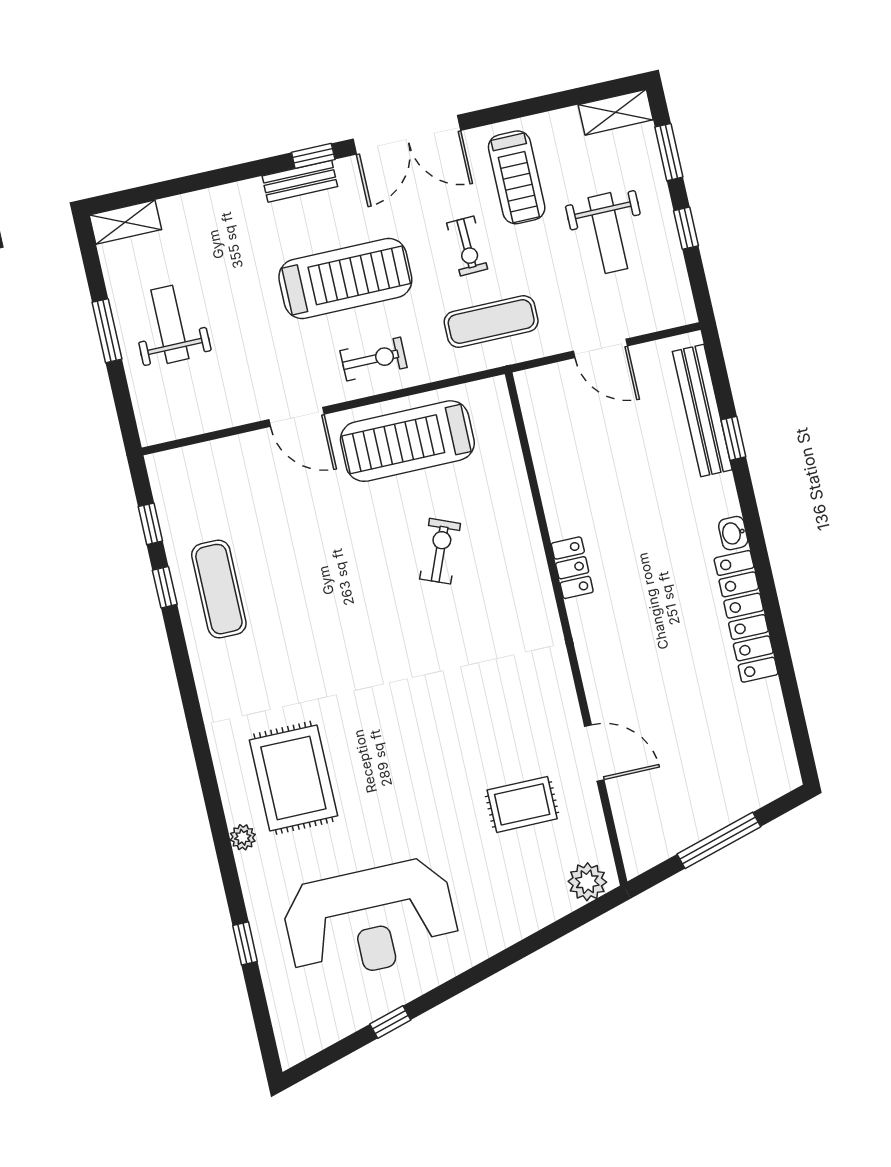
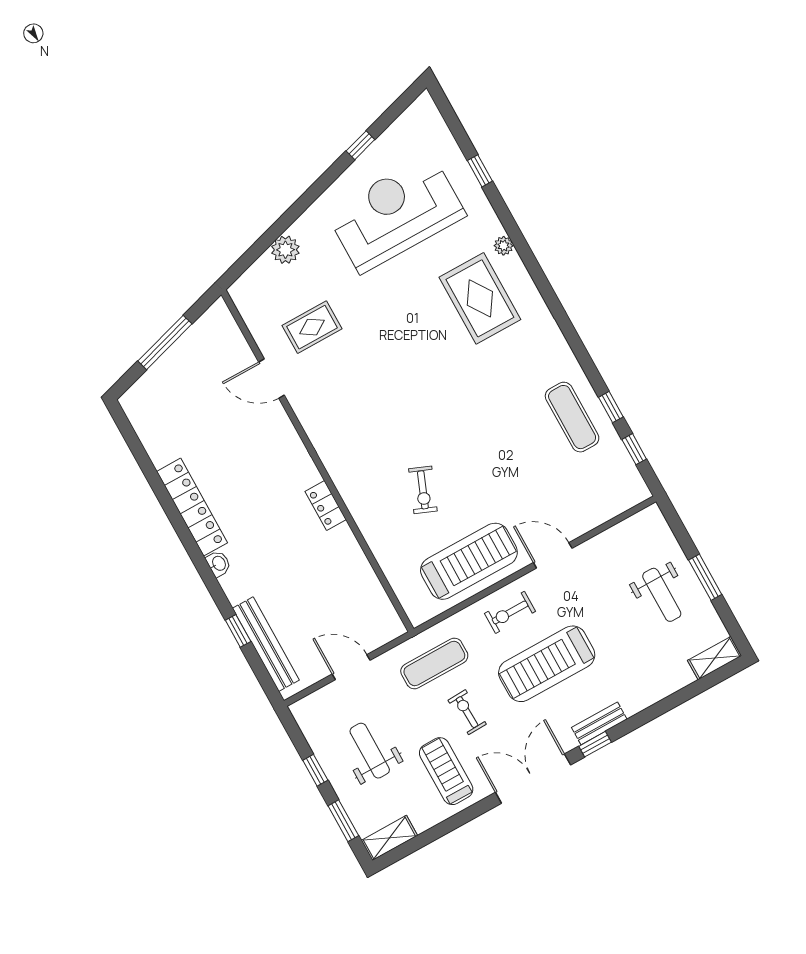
plant: (587, 882) -> (285, 250), moved

